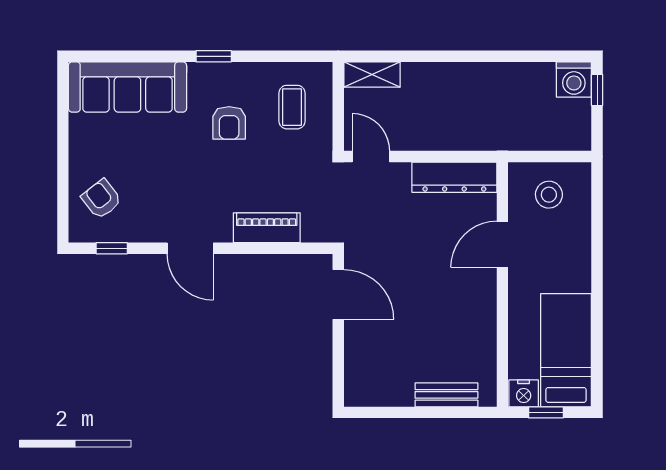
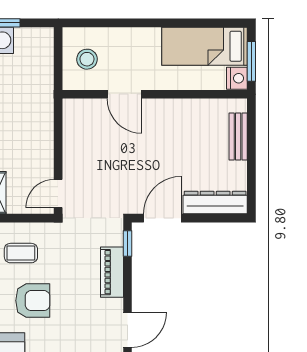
armchair: (229, 123) -> (33, 301), width x1.38, depth x1.38
dresser: (454, 177) -> (215, 202), moved, turned -90
window: (305, 248) -> (127, 243), added
window: (546, 412) -> (251, 61), width x1.50

